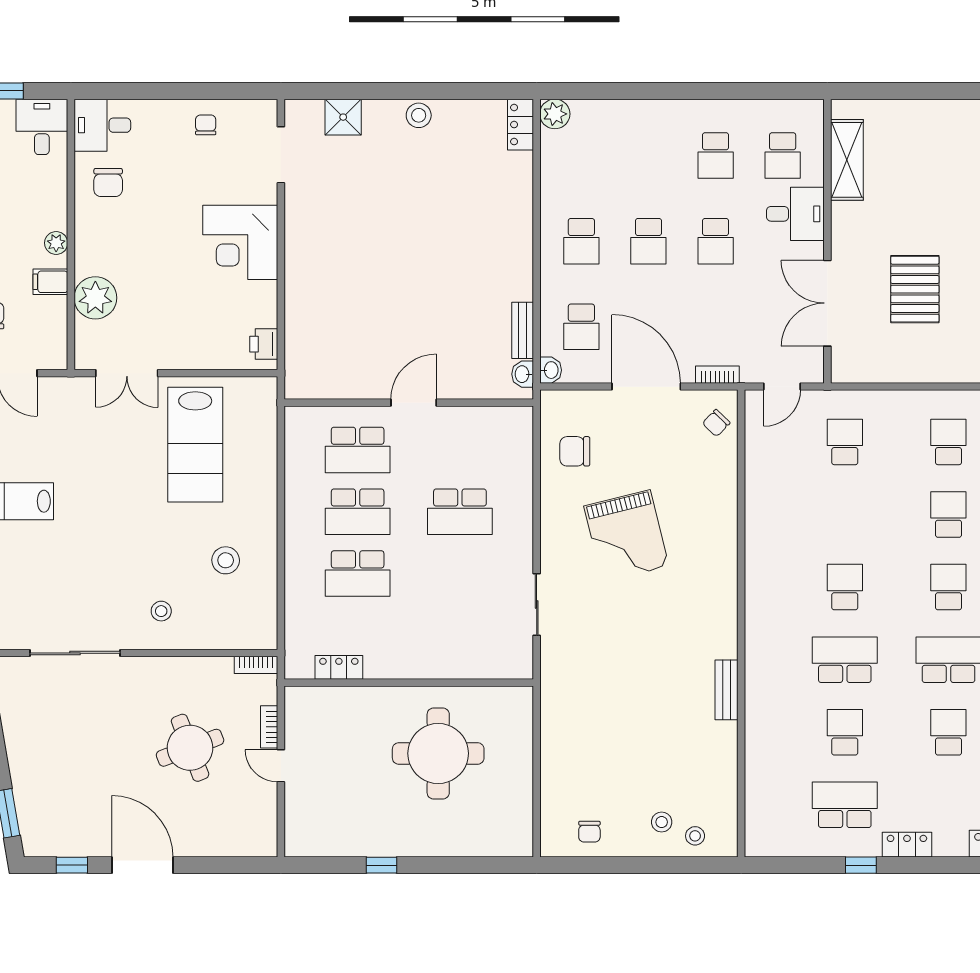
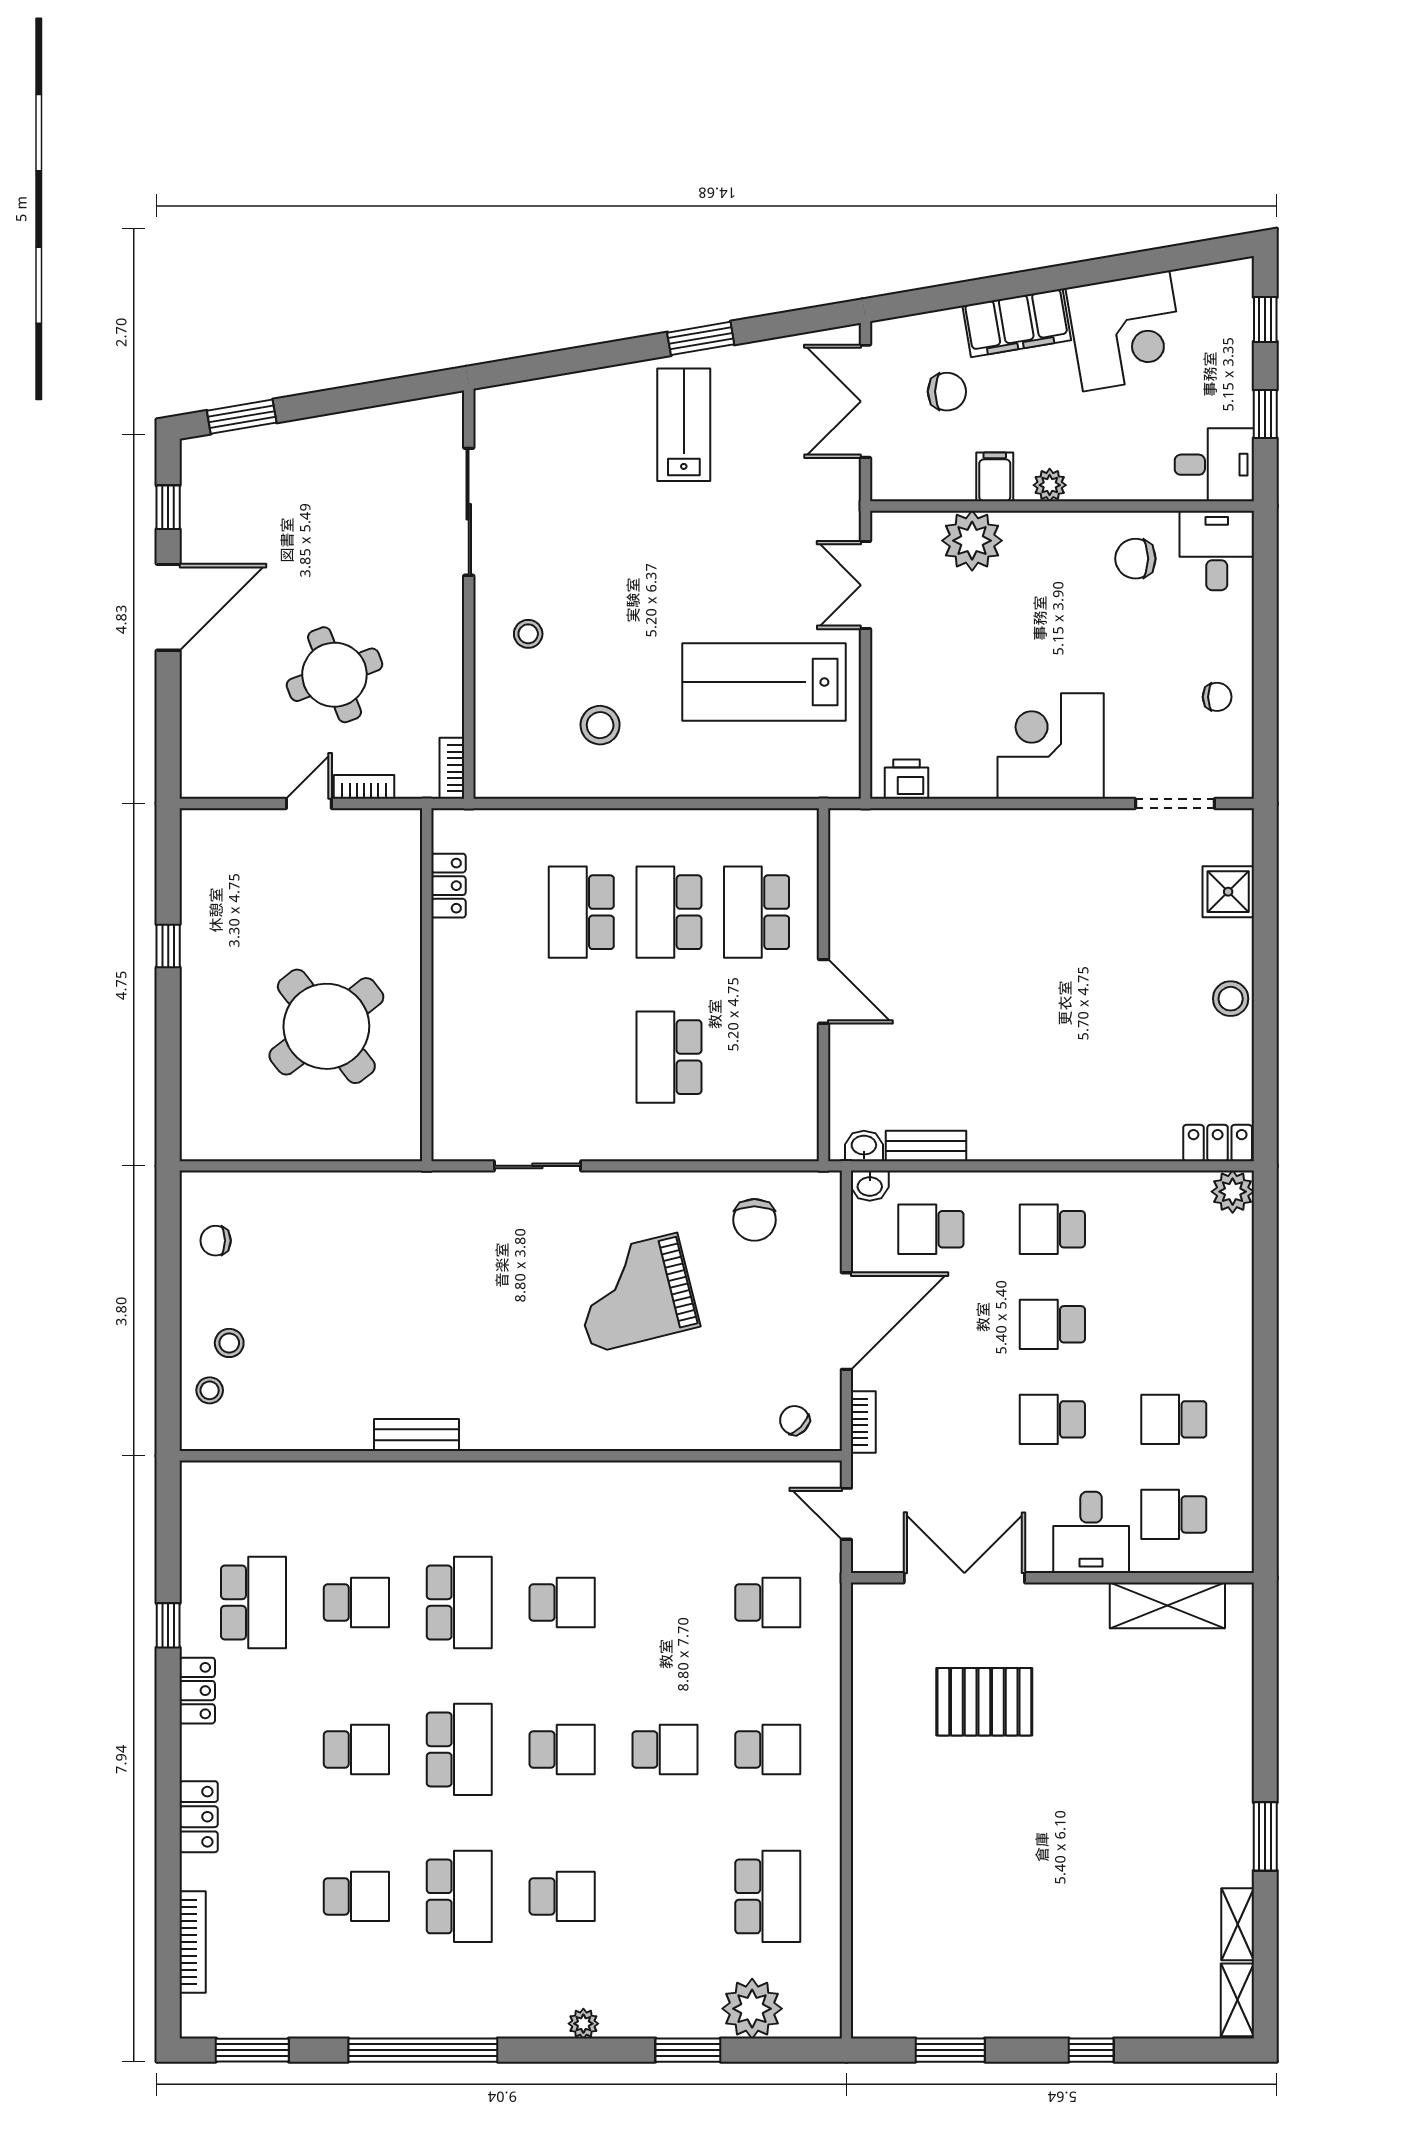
chair: (575, 451) -> (754, 1220), turned 180
round table: (438, 753) -> (326, 1026), turned -38

